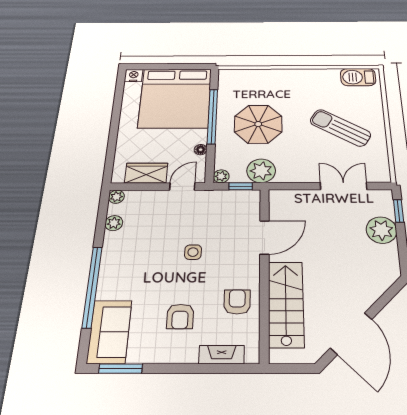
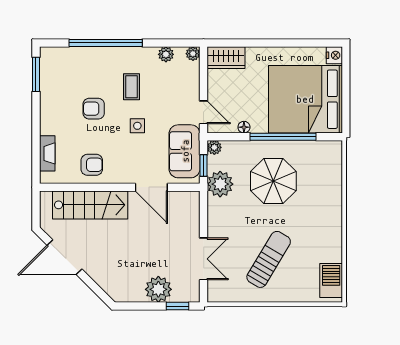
wardrobe: (146, 173) -> (226, 58), moved, turned 90
coffee table: (147, 258) -> (132, 87), added
armchair: (180, 316) -> (94, 109), moved
sofa: (109, 332) -> (185, 151), moved, turned 90

